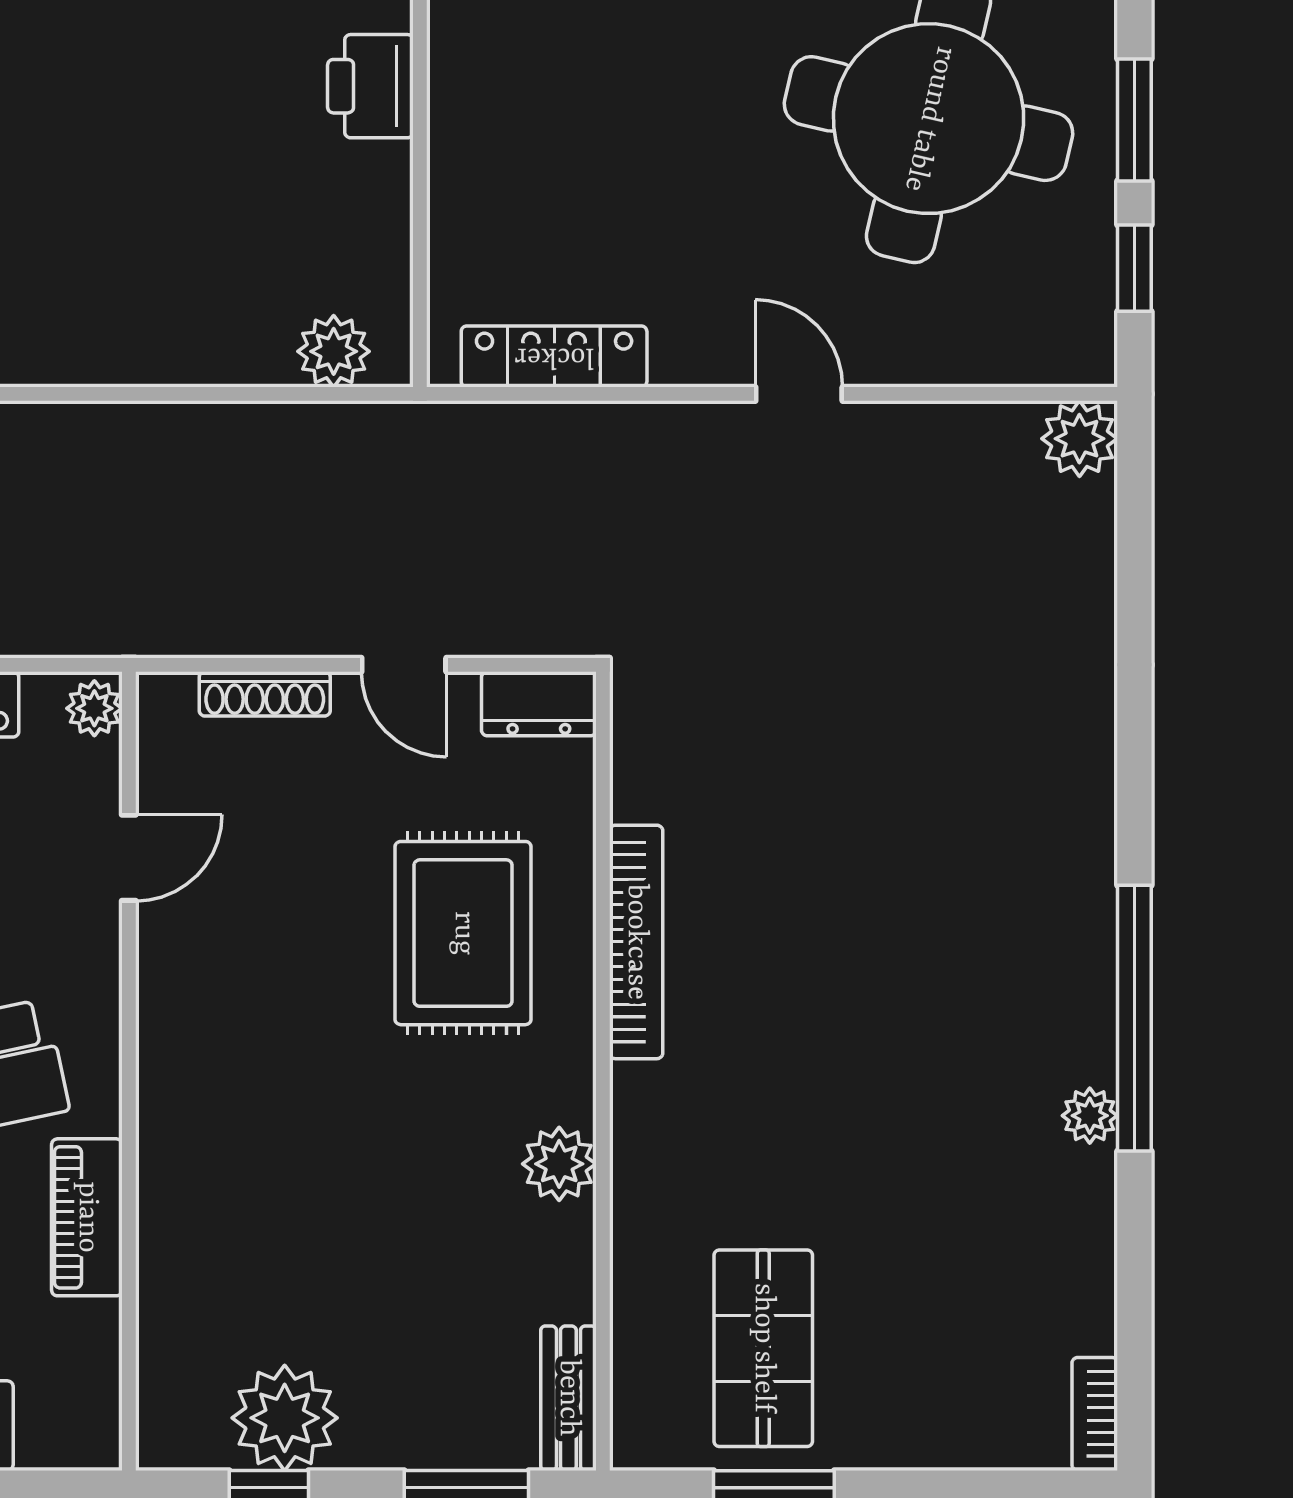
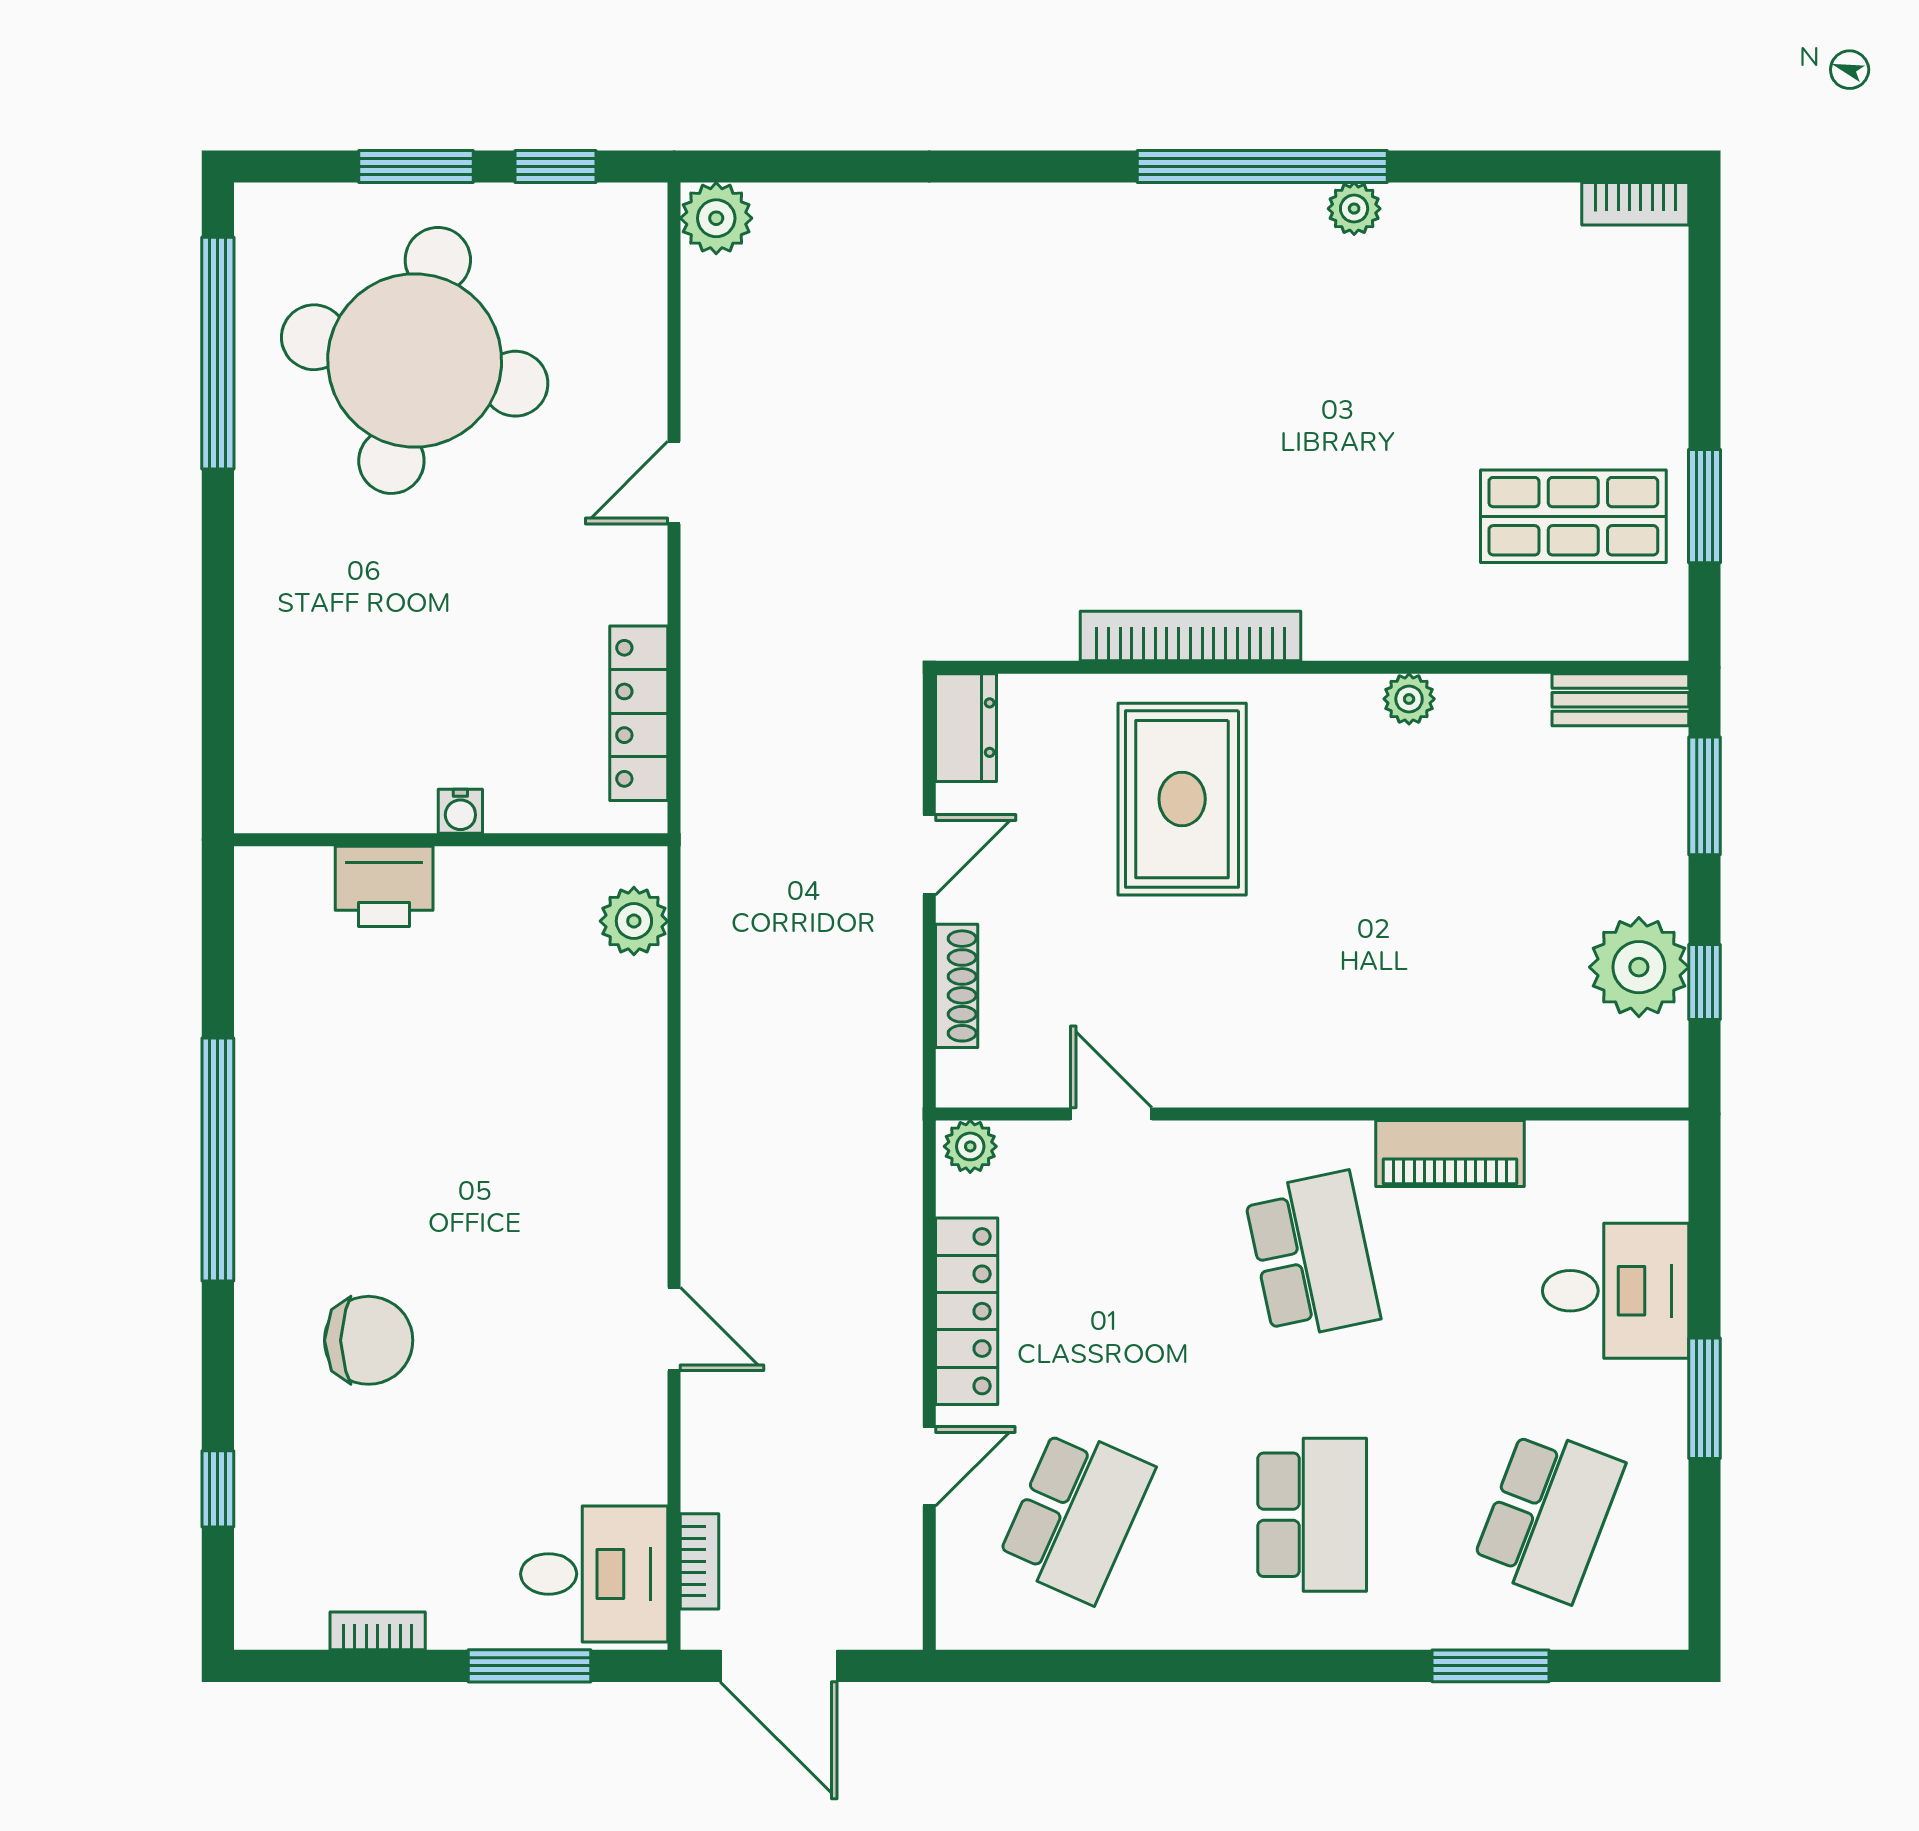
water cooler: (450, 167) -> (460, 811), added
rug: (463, 933) -> (1182, 799), turned 90
plant: (559, 1164) -> (1409, 699), width x0.73, depth x0.73

